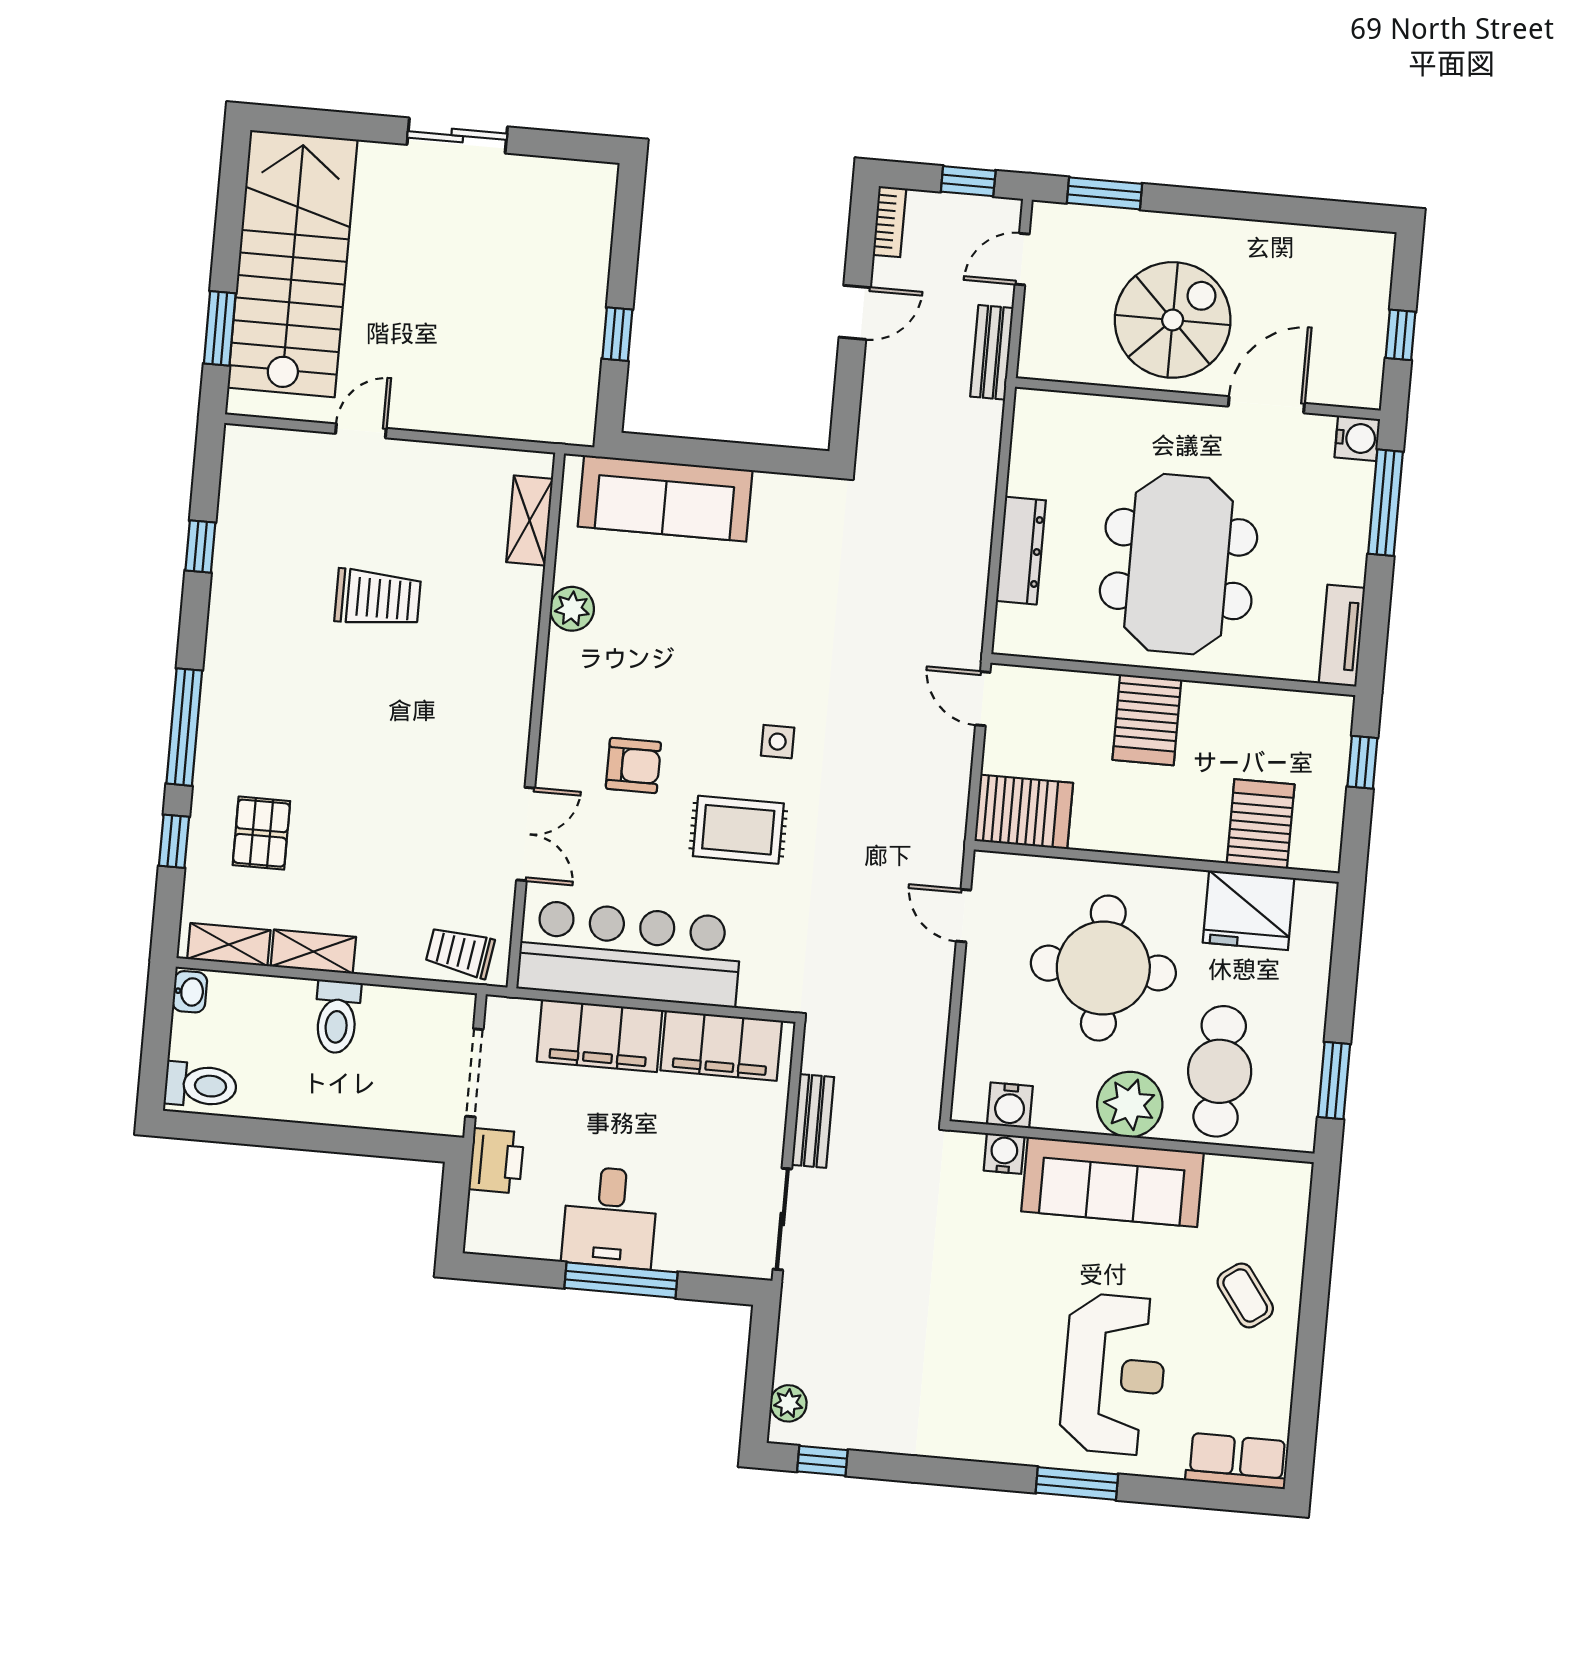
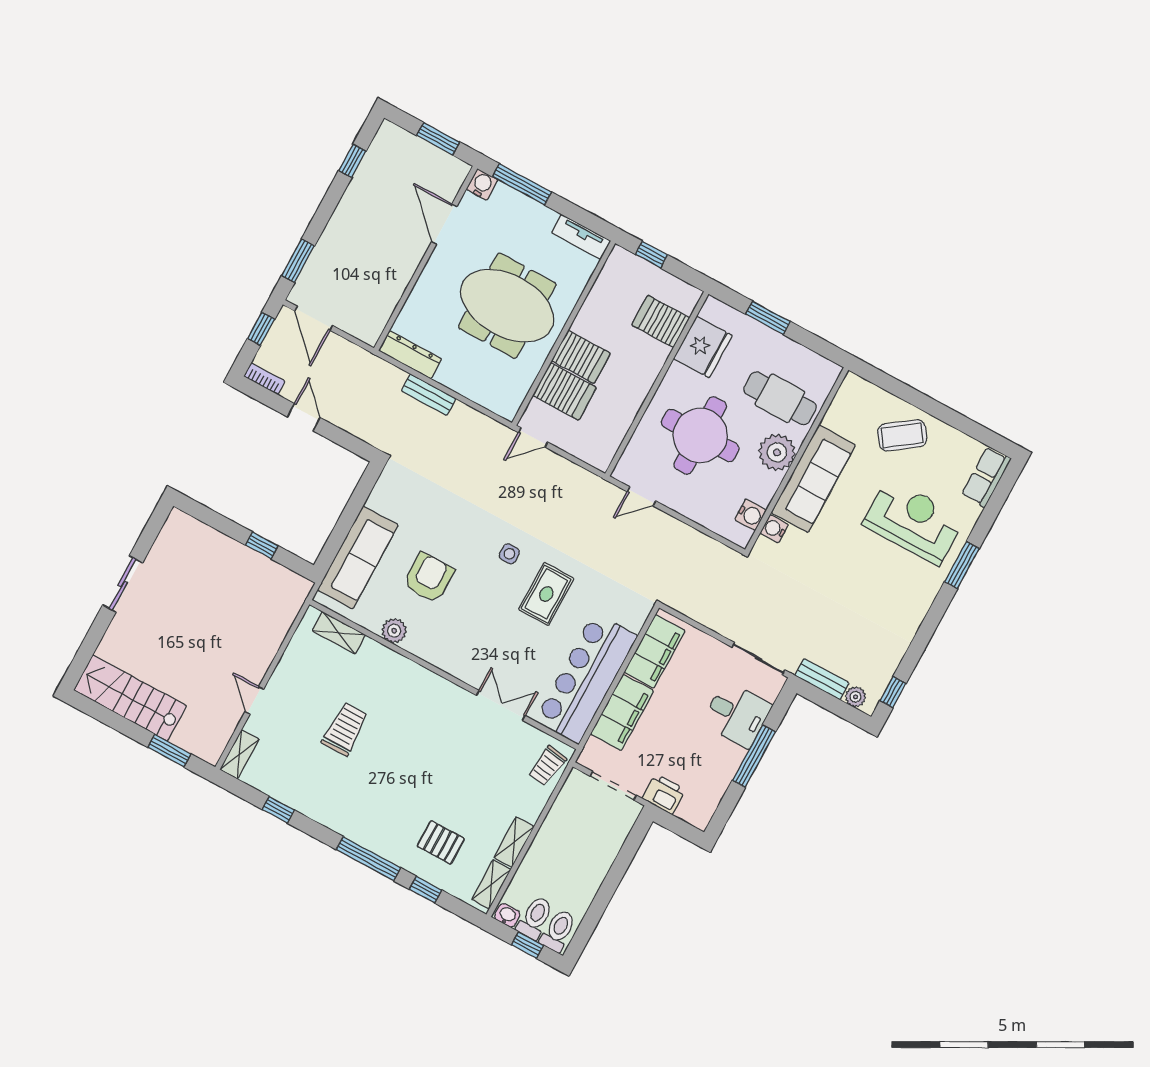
window: (1305, 211) -> (352, 161), added
door: (1022, 259) -> (314, 318), width x1.37
stairs: (293, 264) -> (130, 698), width x0.73, depth x0.66
spiral stairs: (1173, 320) -> (379, 254), removed
window: (1401, 335) -> (438, 139), width x1.50
bench: (992, 352) -> (429, 395), moved
shelving: (263, 445) -> (239, 754), added
dresser: (1021, 551) -> (410, 355), moved
armchair: (633, 765) -> (429, 578), moved, width x1.38, depth x1.38
server rack: (1024, 812) -> (565, 392), moved, turned 90
toilet: (337, 1017) -> (535, 918), moved, turned -90
window: (156, 1045) -> (527, 945), added
window: (1334, 1081) -> (768, 318), moved
bench: (813, 1121) -> (822, 679), moved
desk: (610, 1217) -> (737, 714), moved
coffee table: (1245, 1295) -> (902, 435), width x1.36, depth x1.30

